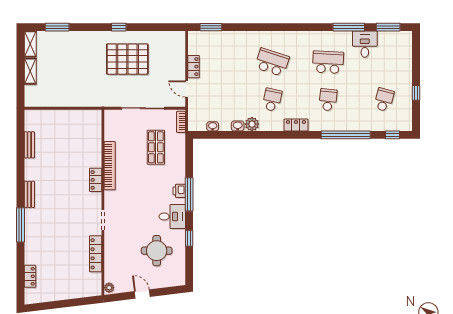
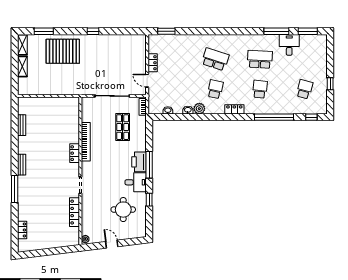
pallet: (127, 59) -> (63, 51), moved
printer: (179, 191) -> (139, 162), width x1.87, depth x1.48

